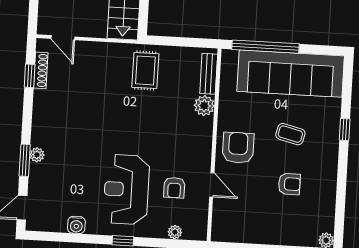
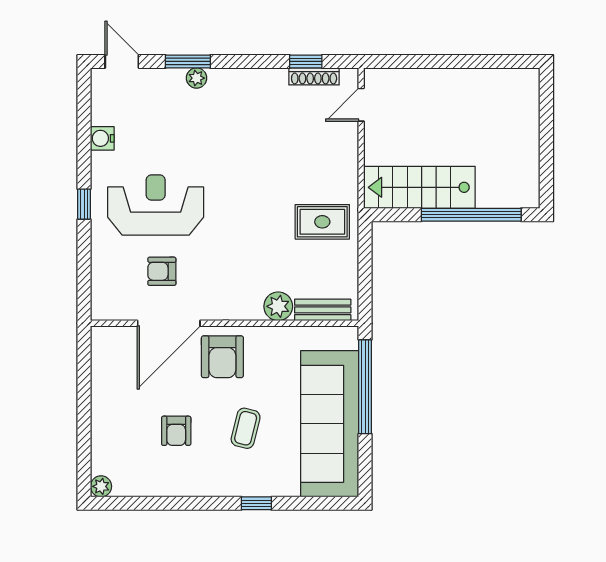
armchair: (238, 148) -> (222, 357), turned 90
door: (212, 185) -> (169, 323), width x1.87
plant: (175, 232) -> (100, 276), removed

